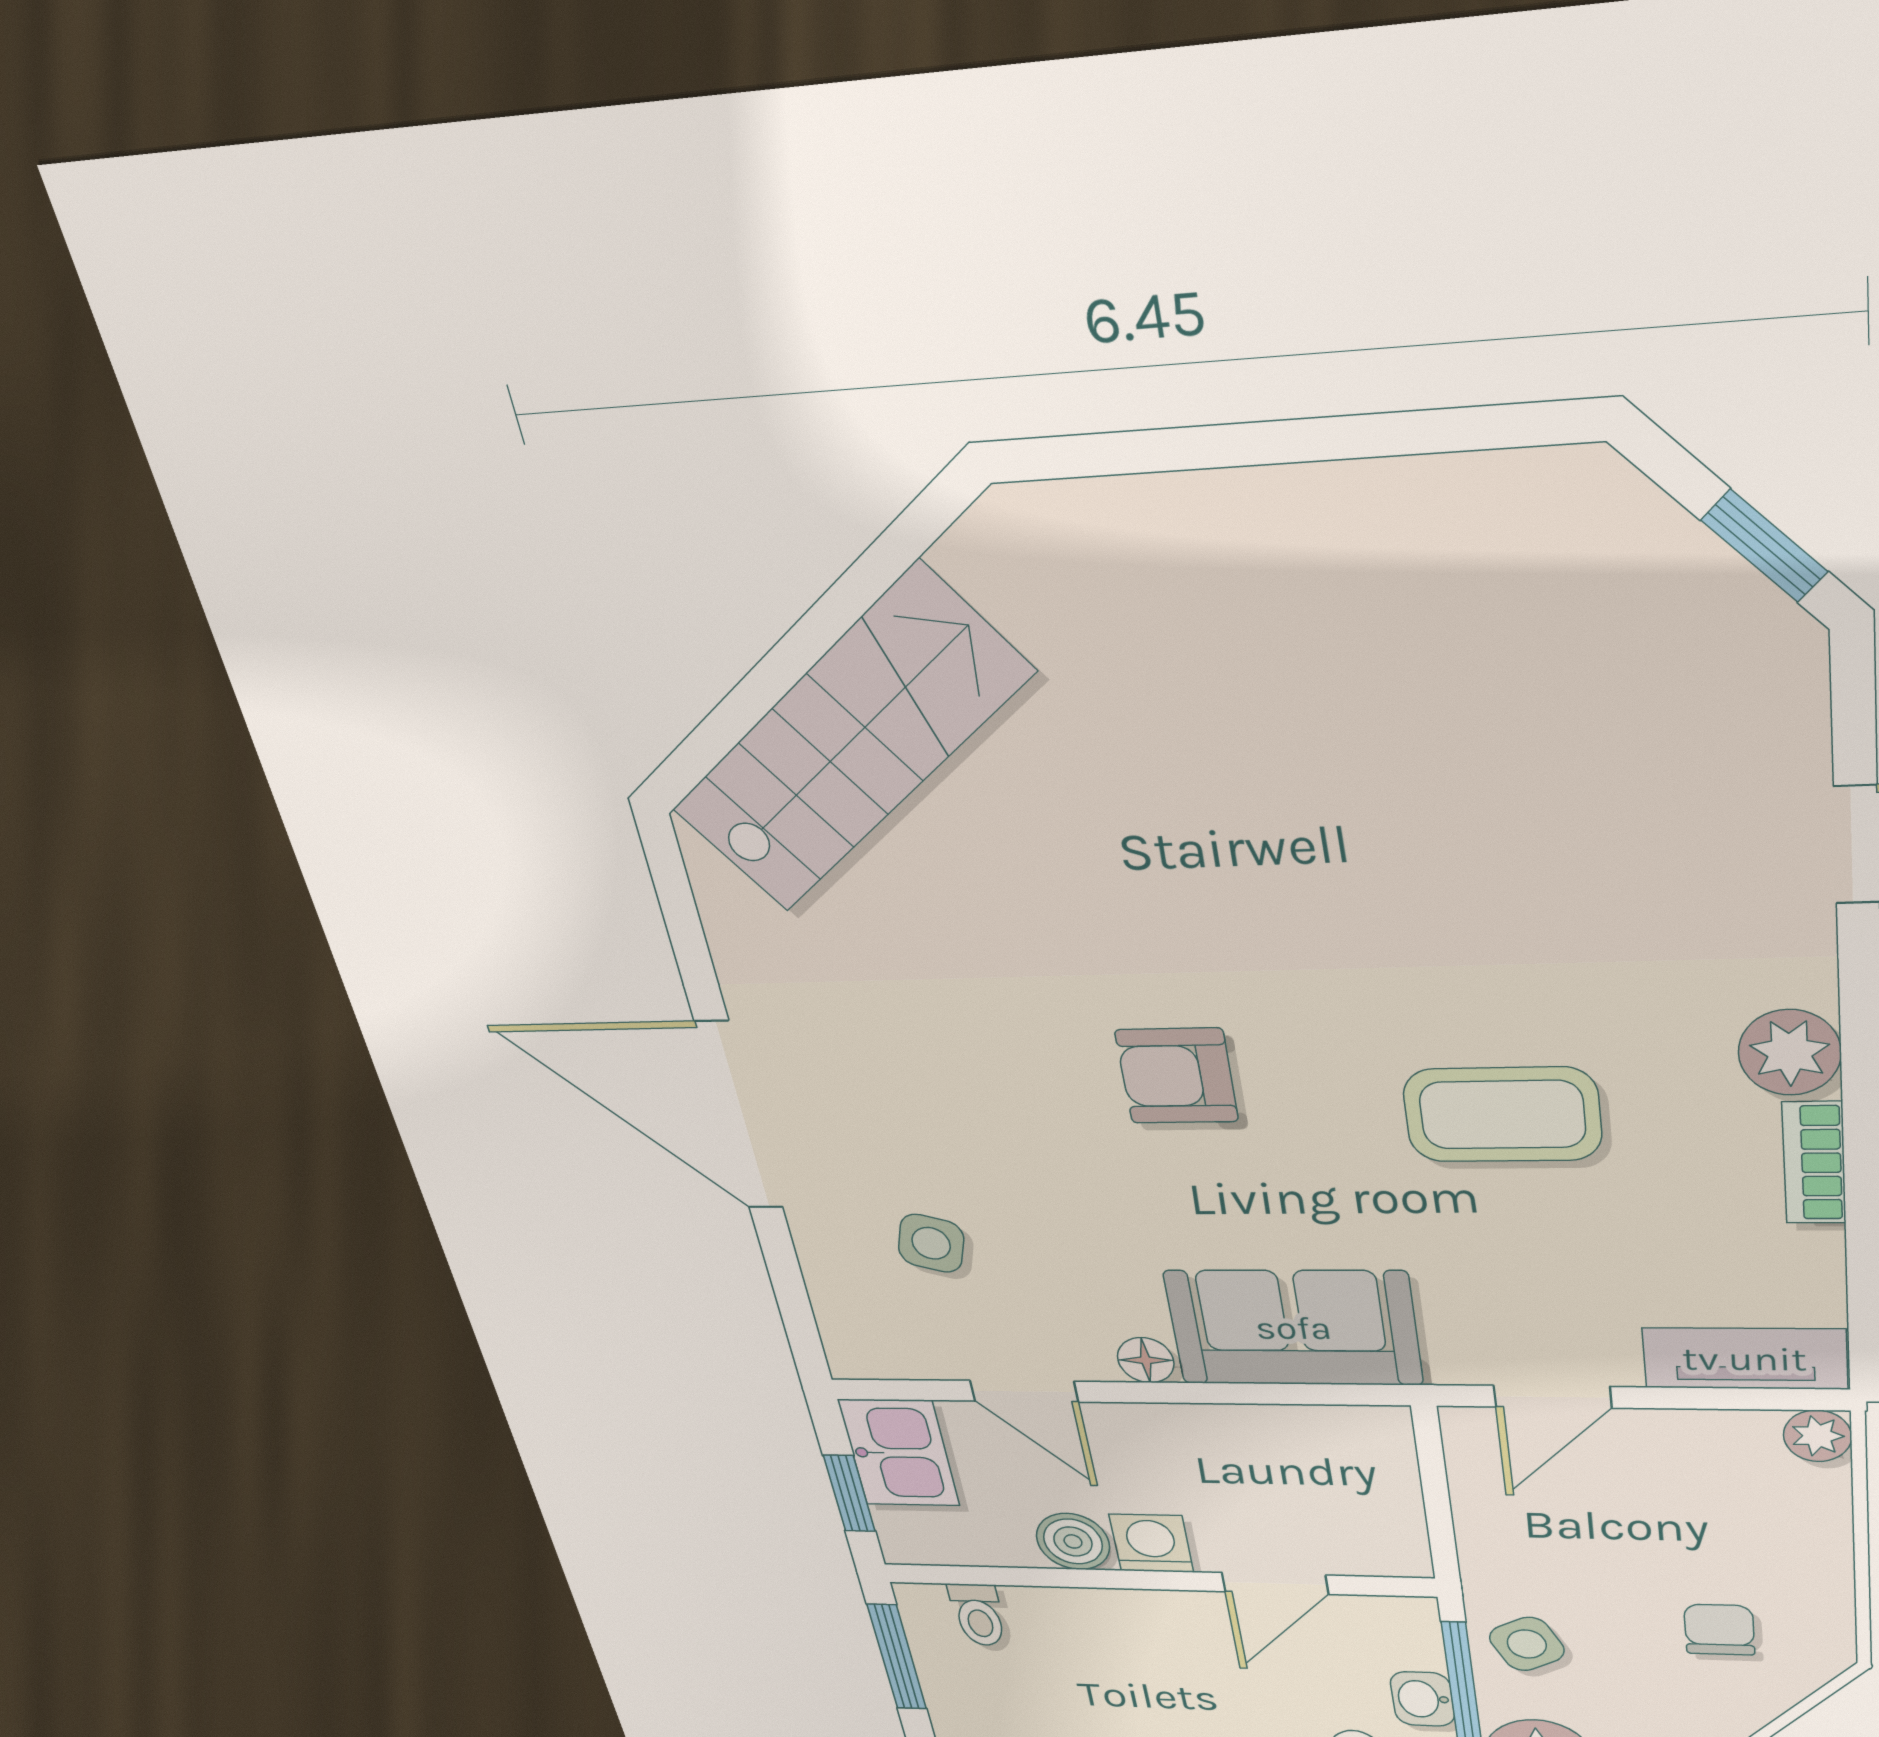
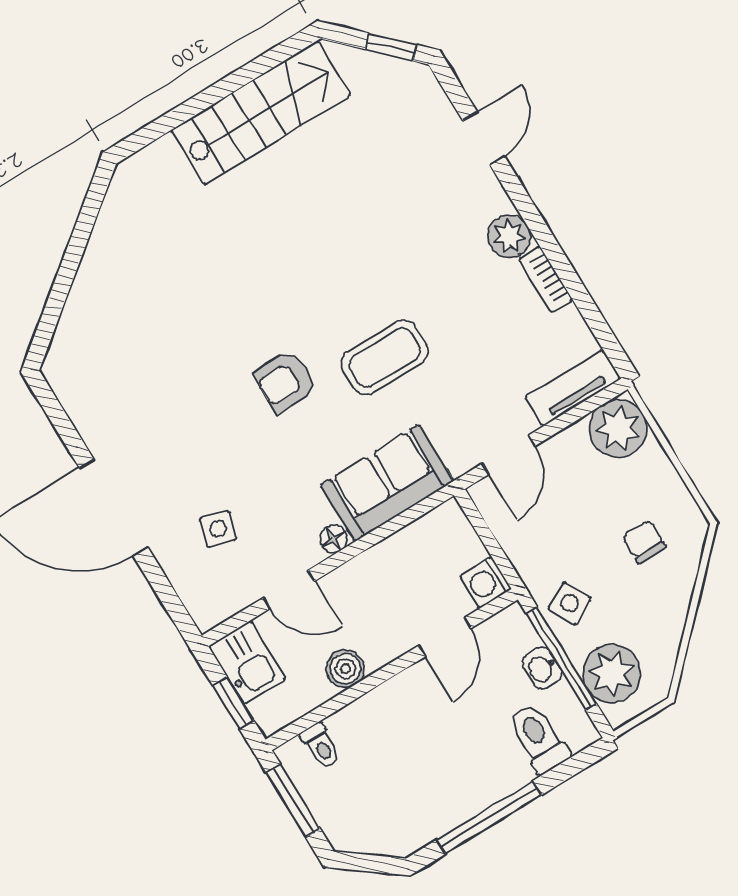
stairs: (850, 742) -> (261, 113), moved, turned 38
coffee table: (1502, 1115) -> (385, 358), moved
plant: (1818, 1436) -> (618, 429), width x1.88, depth x1.88
washing machine: (1151, 1543) -> (486, 583), moved, turned -90

